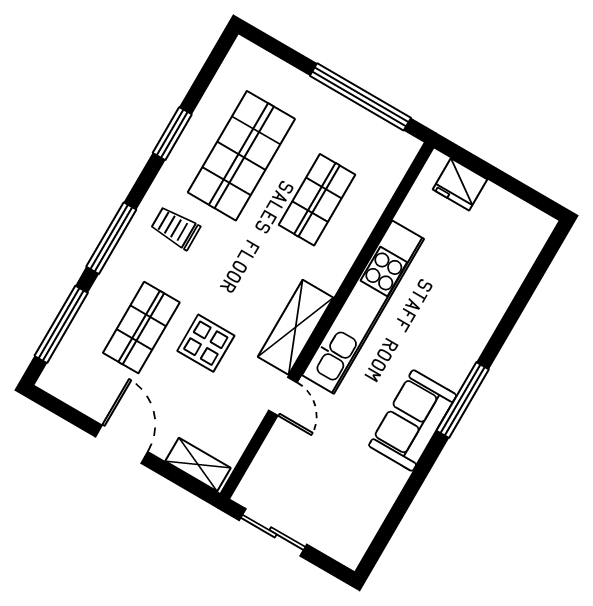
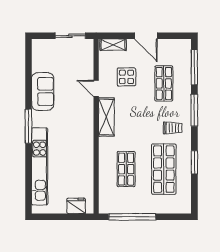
kitchen unit: (363, 307) -> (40, 166), moved, turned 180
display table: (206, 343) -> (126, 77), moved
sofa: (413, 420) -> (43, 91), moved

